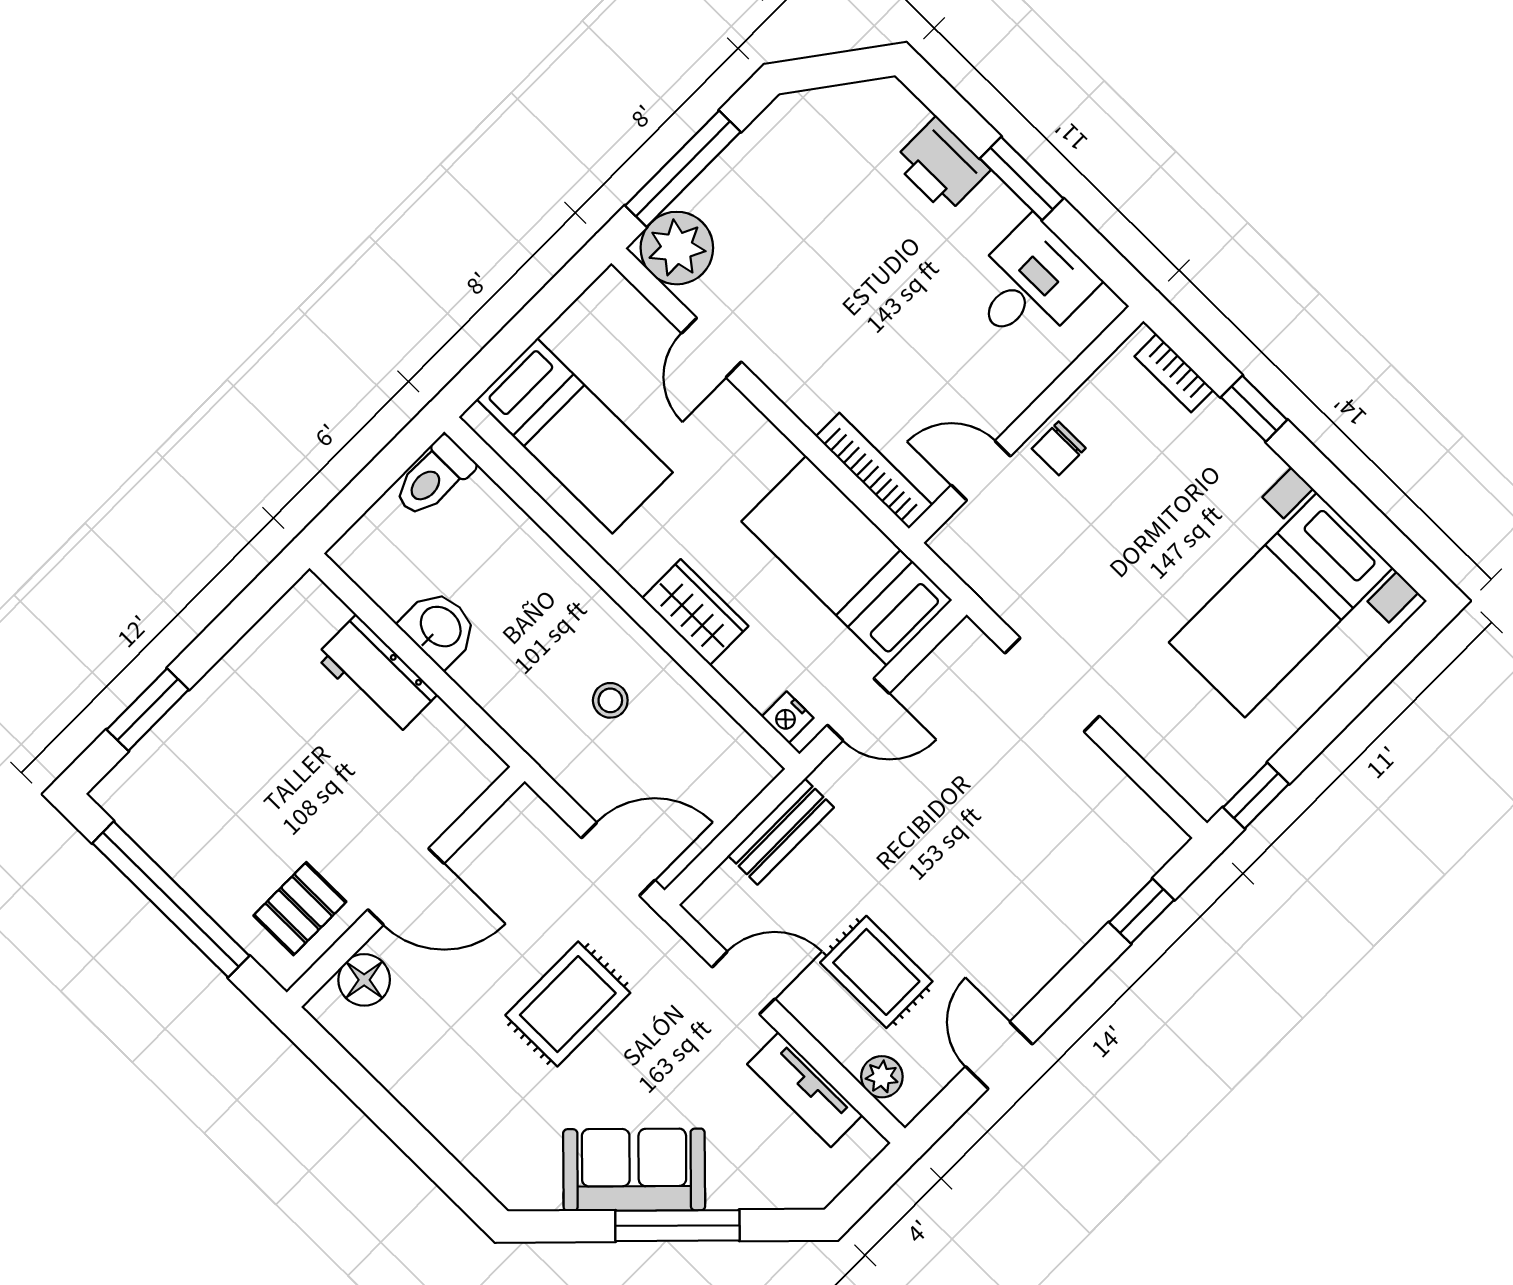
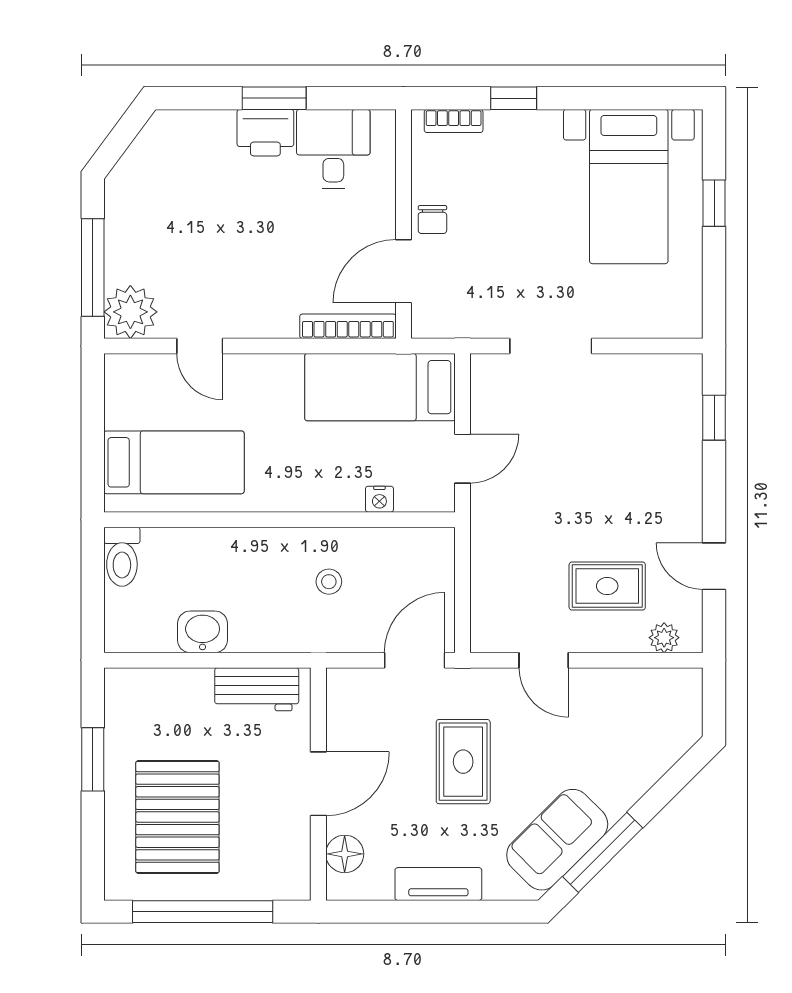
printer: (941, 165) -> (265, 133), moved
door: (981, 471) -> (403, 271), width x1.38
wardrobe: (695, 612) -> (328, 492), removed
workbench: (376, 675) -> (257, 689), moved
window: (148, 710) -> (93, 759), moved
nightstand: (788, 717) -> (379, 499), moved
window: (1256, 796) -> (714, 203), moved
bench: (781, 831) -> (485, 562), removed
pallet: (300, 909) -> (177, 817), moved, width x2.05, depth x2.00
door: (743, 983) -> (544, 660), swing flipped
tv unit: (805, 1090) -> (438, 884), moved, turned 180
sofa: (634, 1170) -> (557, 840), moved
window: (677, 1226) -> (603, 852), moved

